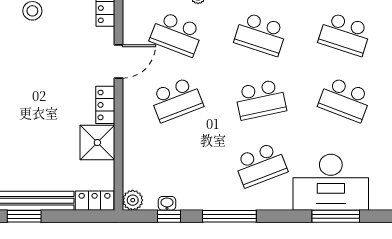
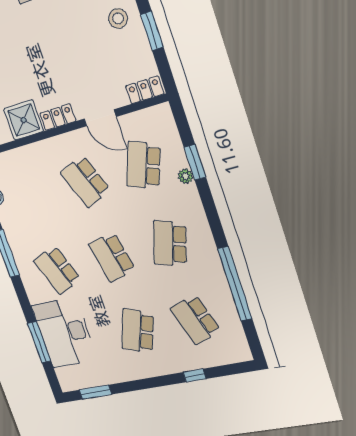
school desk: (345, 34) -> (195, 320), turned -36

